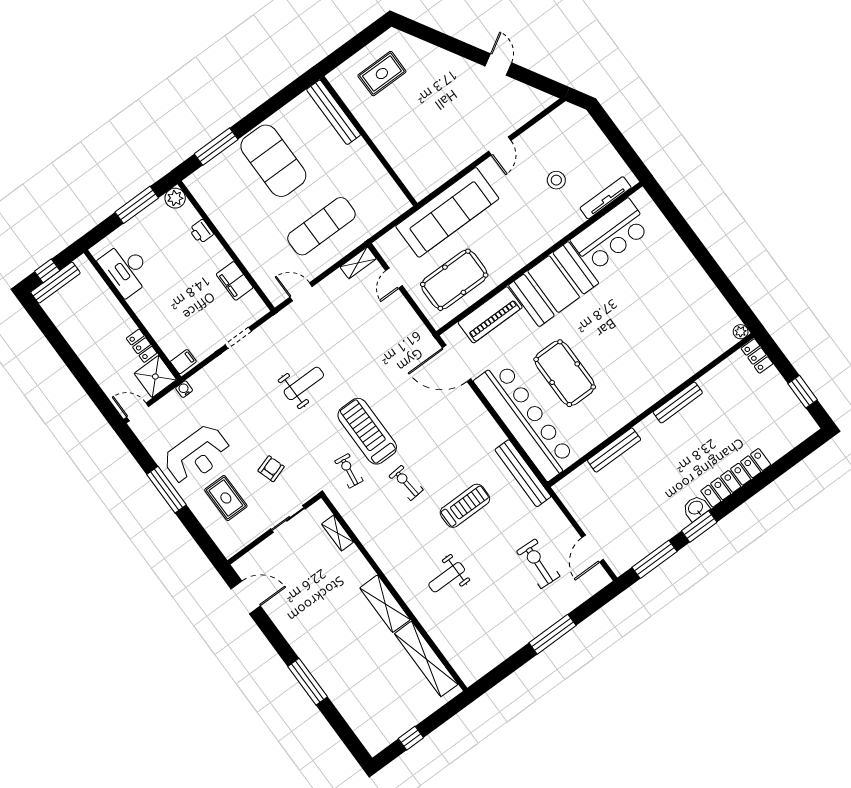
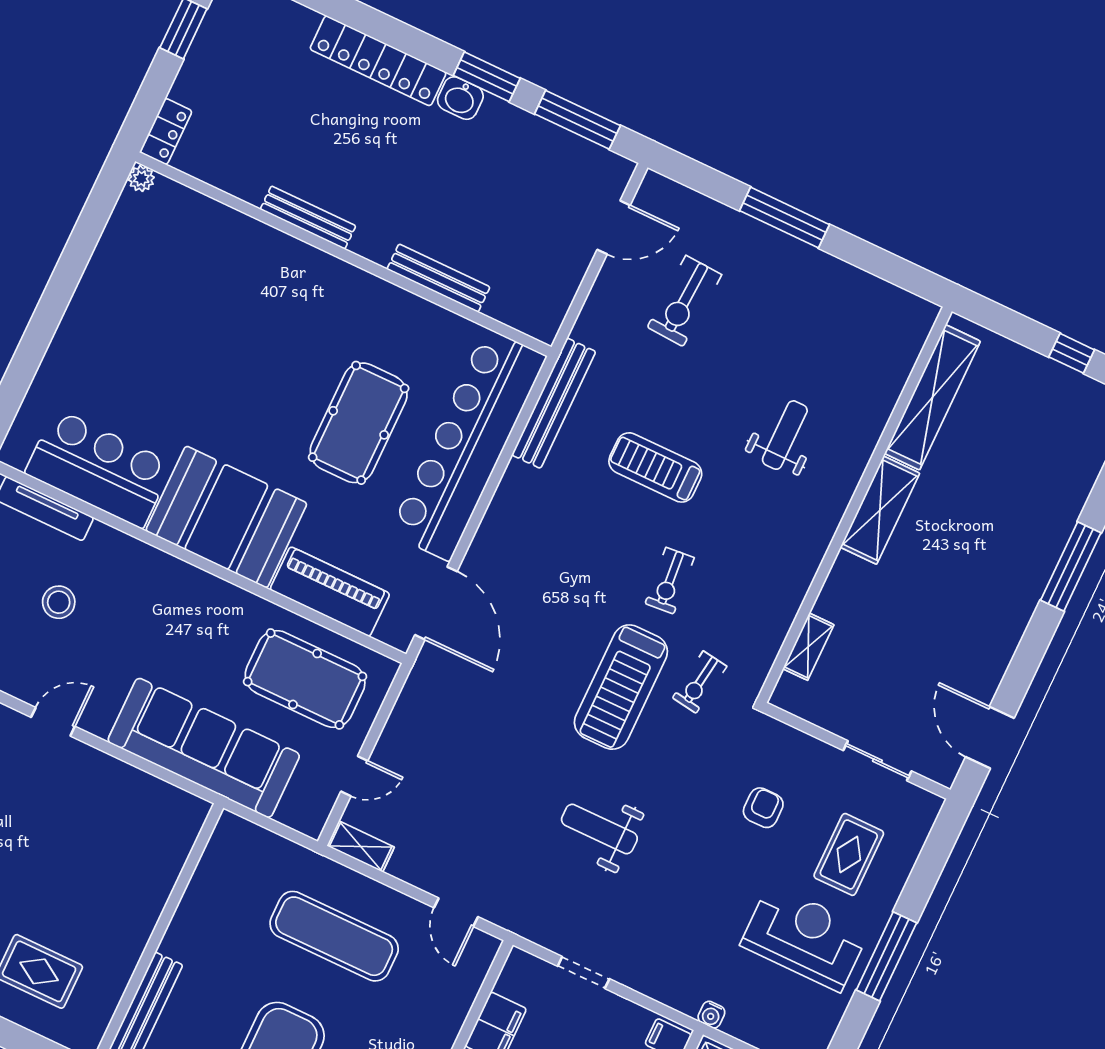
armchair: (271, 469) -> (763, 808), turned 108
sliding door: (288, 519) -> (877, 761), moved
weight bench: (447, 577) -> (785, 435), turned -90

